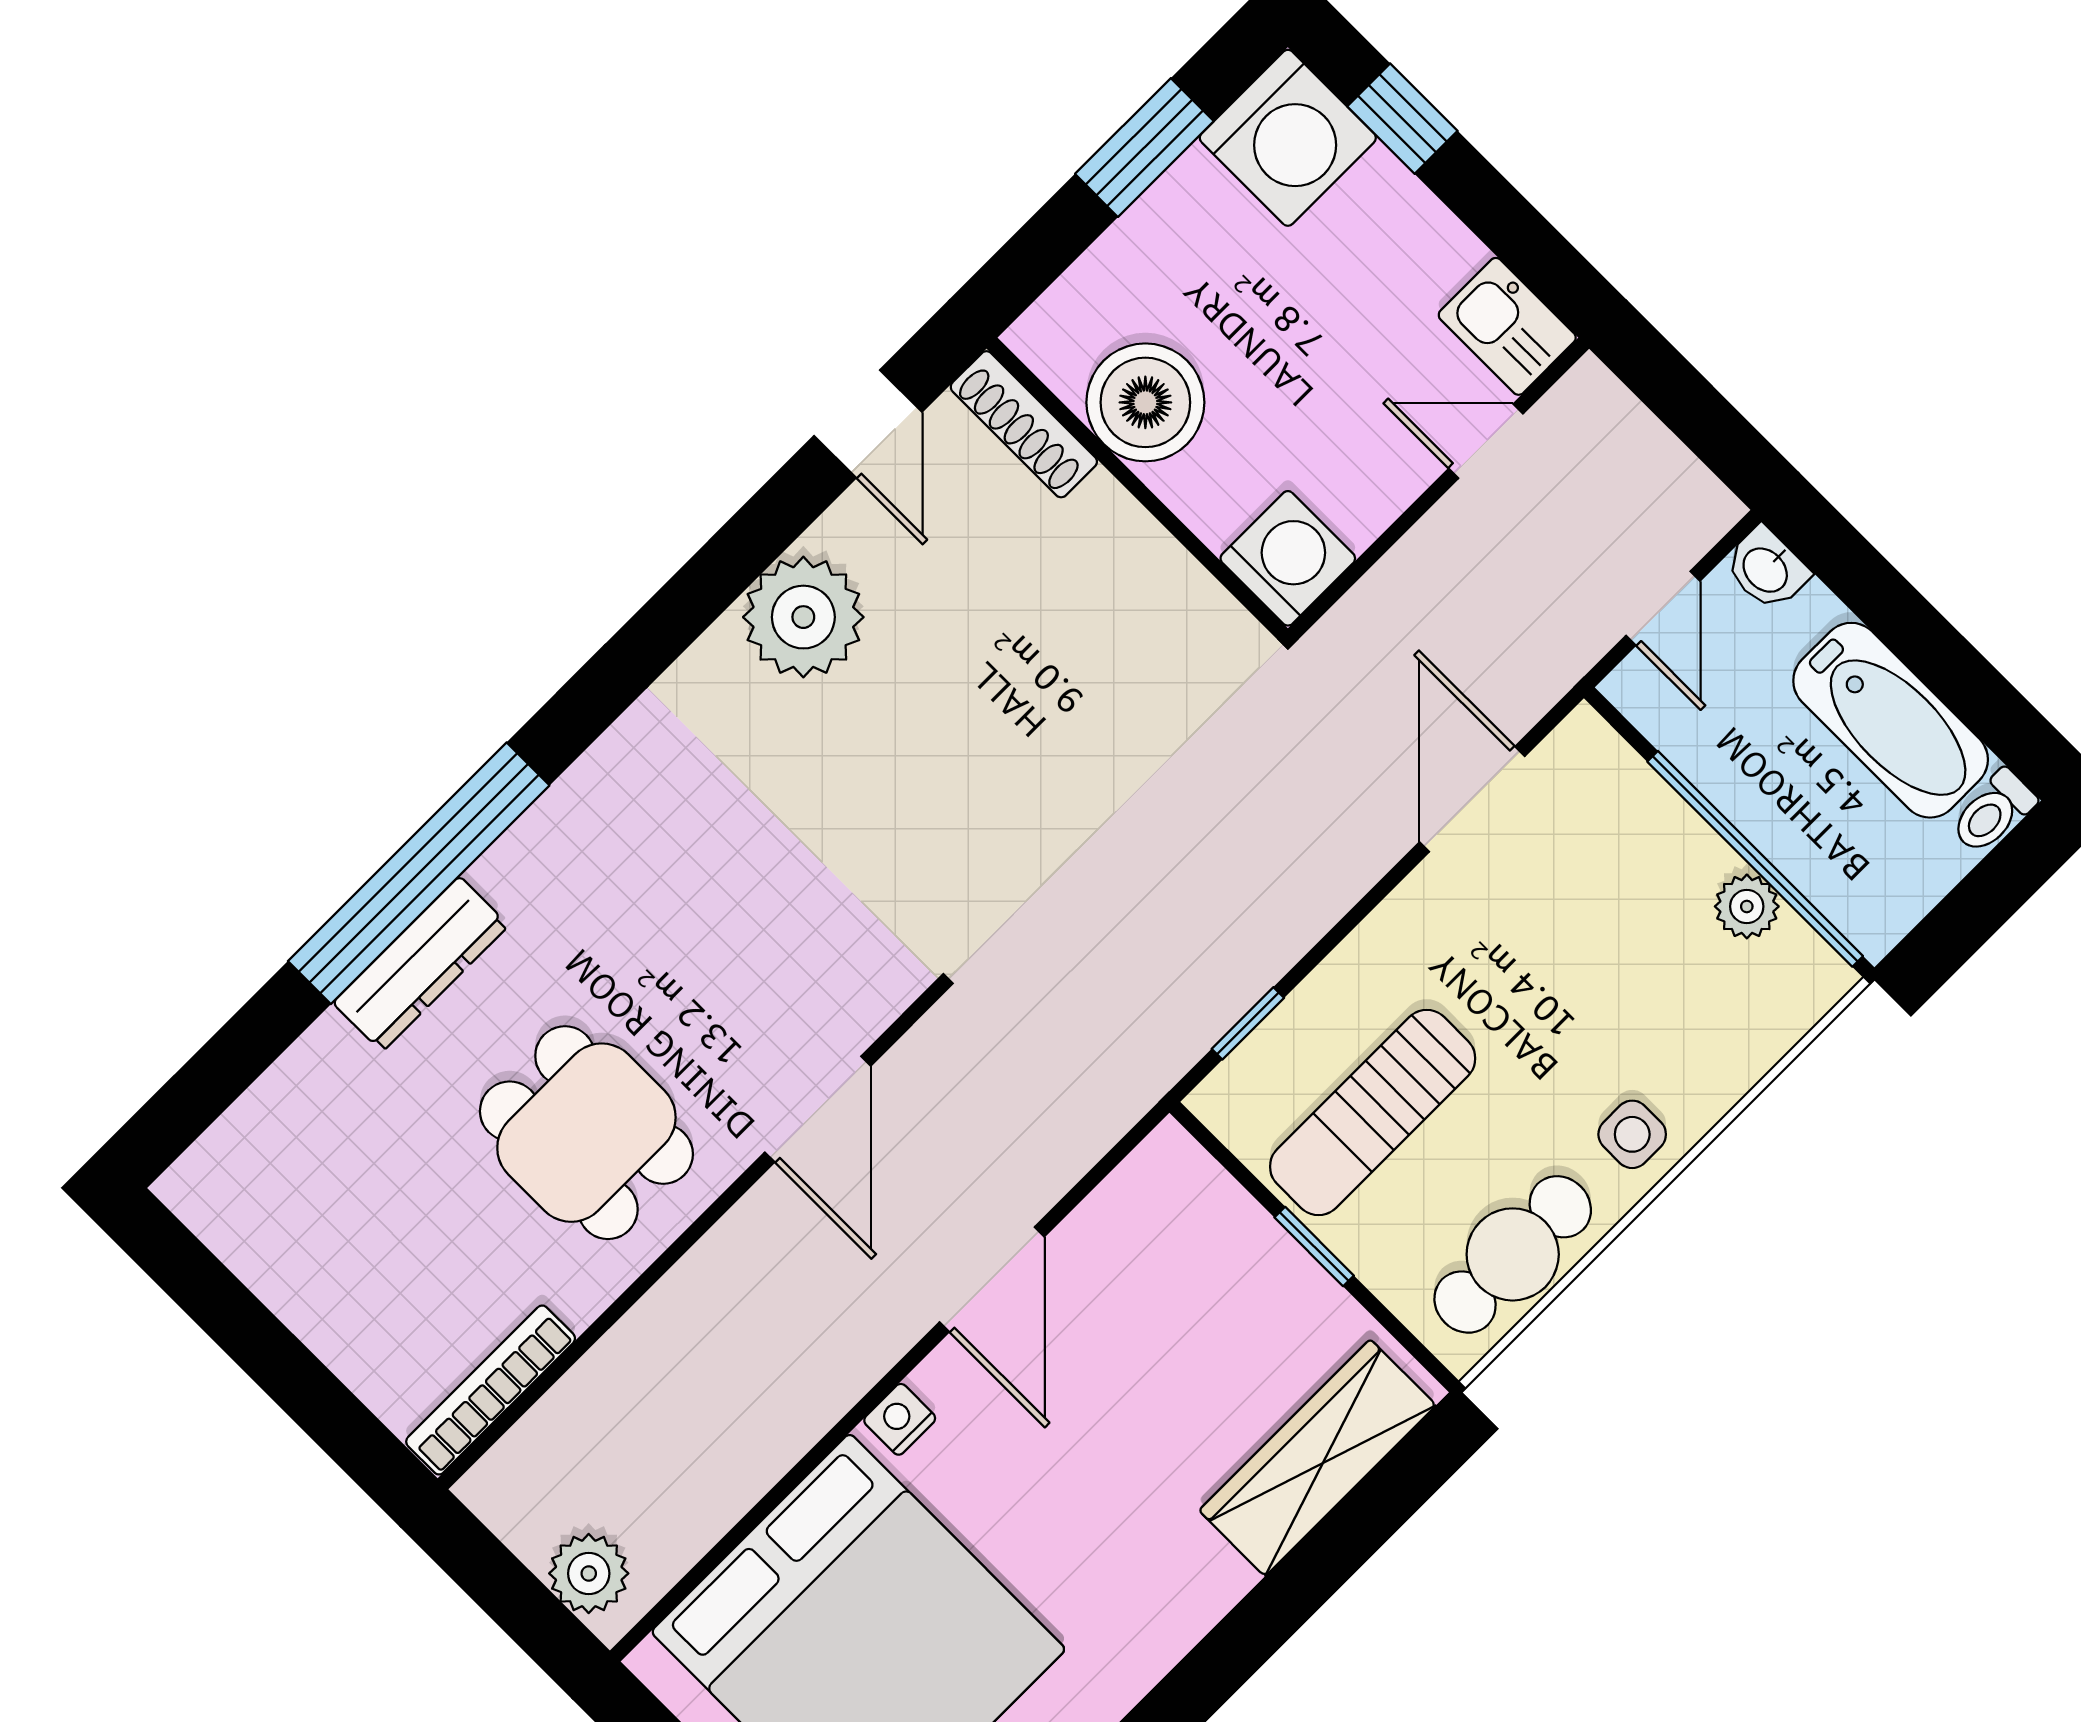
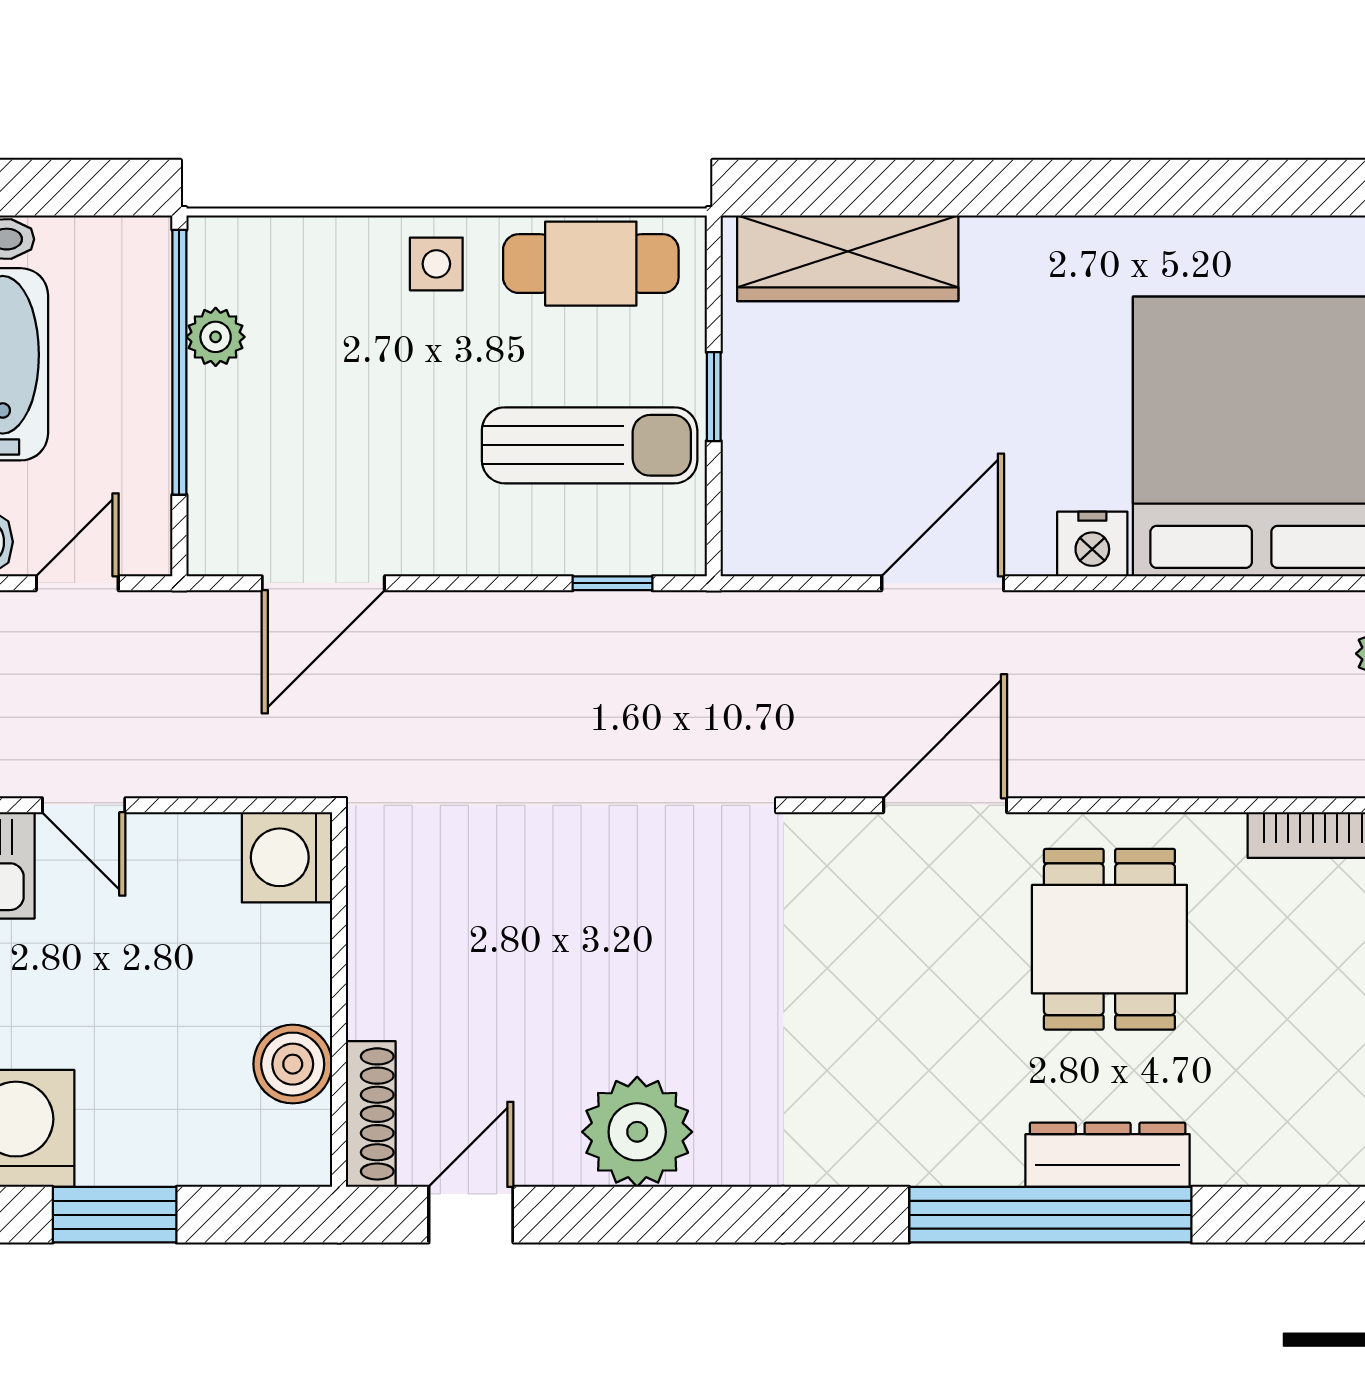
boiler: (1145, 402) -> (293, 1064), width x0.73, depth x0.73
nightstand: (900, 1419) -> (1092, 544), width x1.39, depth x1.35

